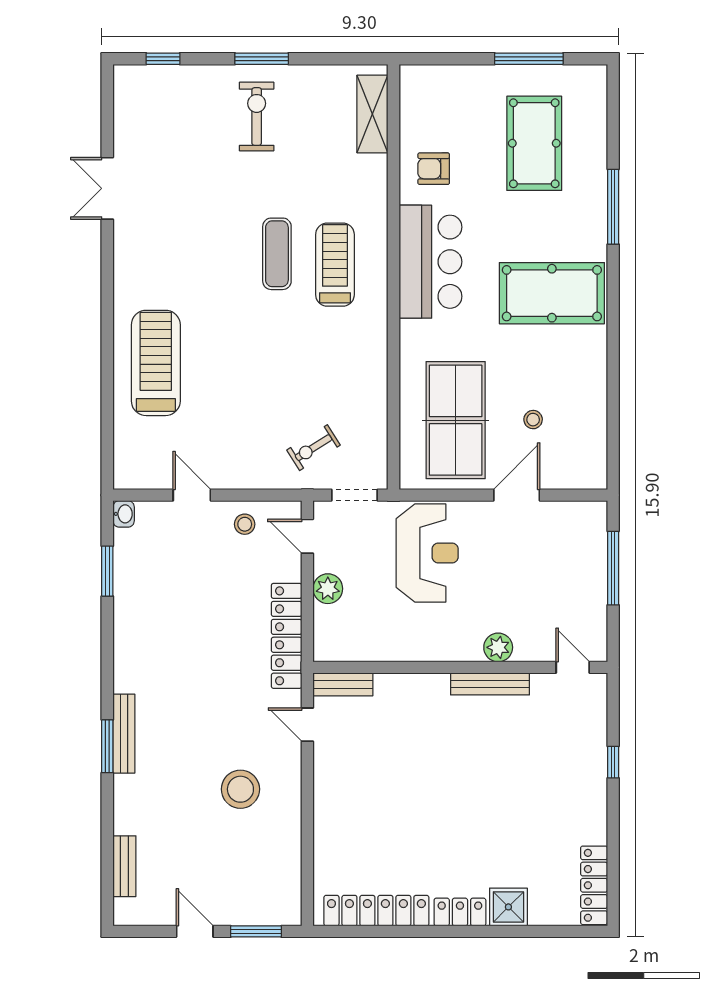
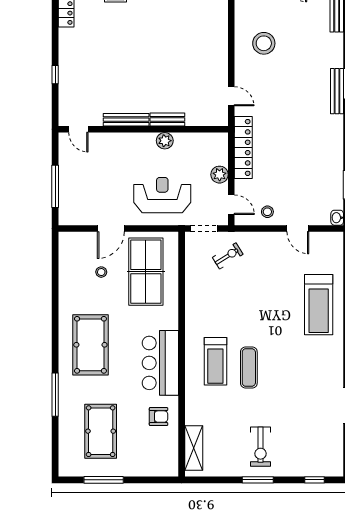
pool table: (552, 293) -> (90, 345), turned 90
reception desk: (427, 553) -> (162, 195), turned 90
plant: (498, 647) -> (165, 141), moved
bench: (343, 684) -> (167, 119), moved
stool: (240, 789) -> (264, 43), moved

